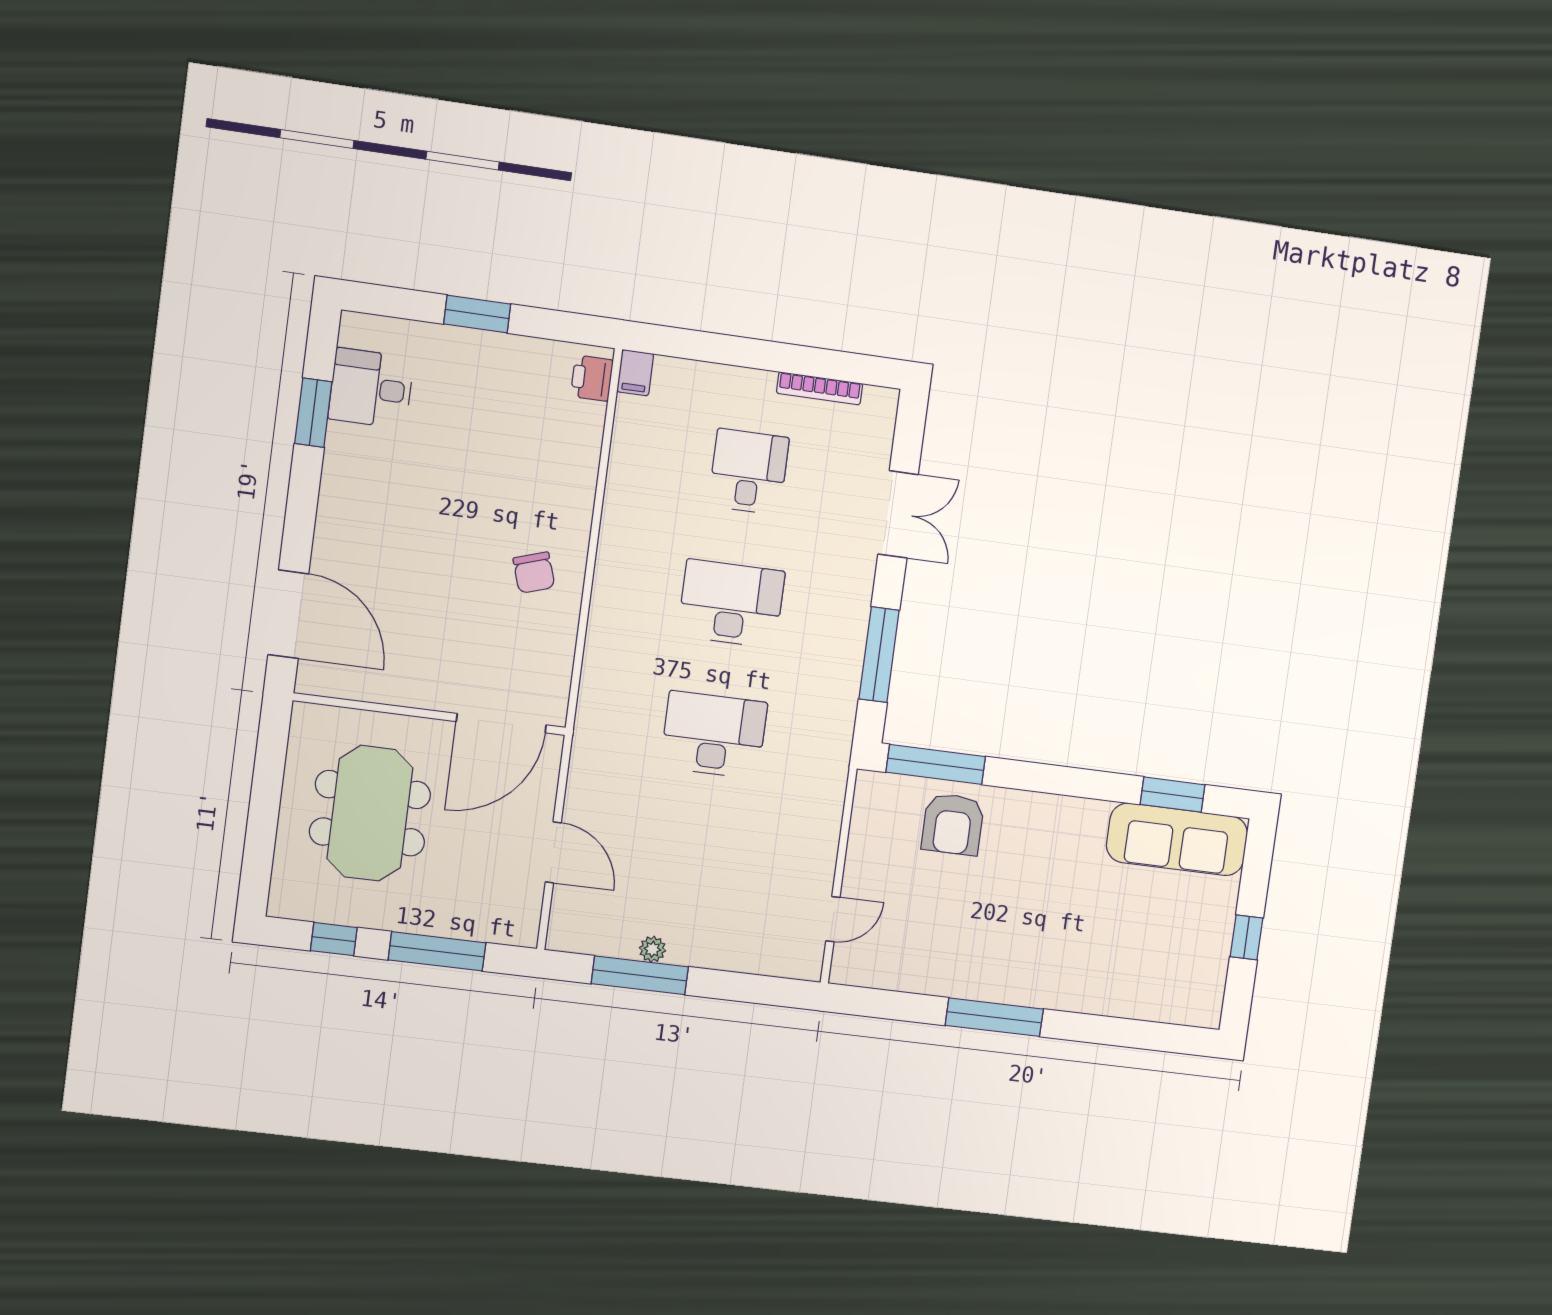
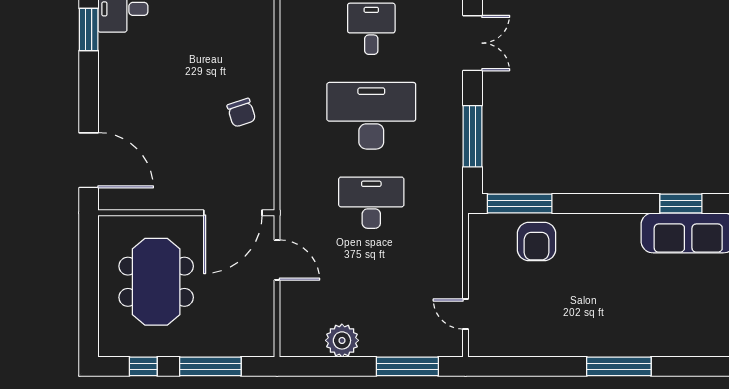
desk: (731, 604) -> (371, 116), width x1.36, depth x1.30
door: (553, 852) -> (277, 260), moved
door: (833, 919) -> (466, 314), swing flipped
plant: (652, 949) -> (342, 340), width x1.88, depth x1.88
window: (640, 975) -> (407, 366), moved
window: (994, 1017) -> (619, 366), moved

